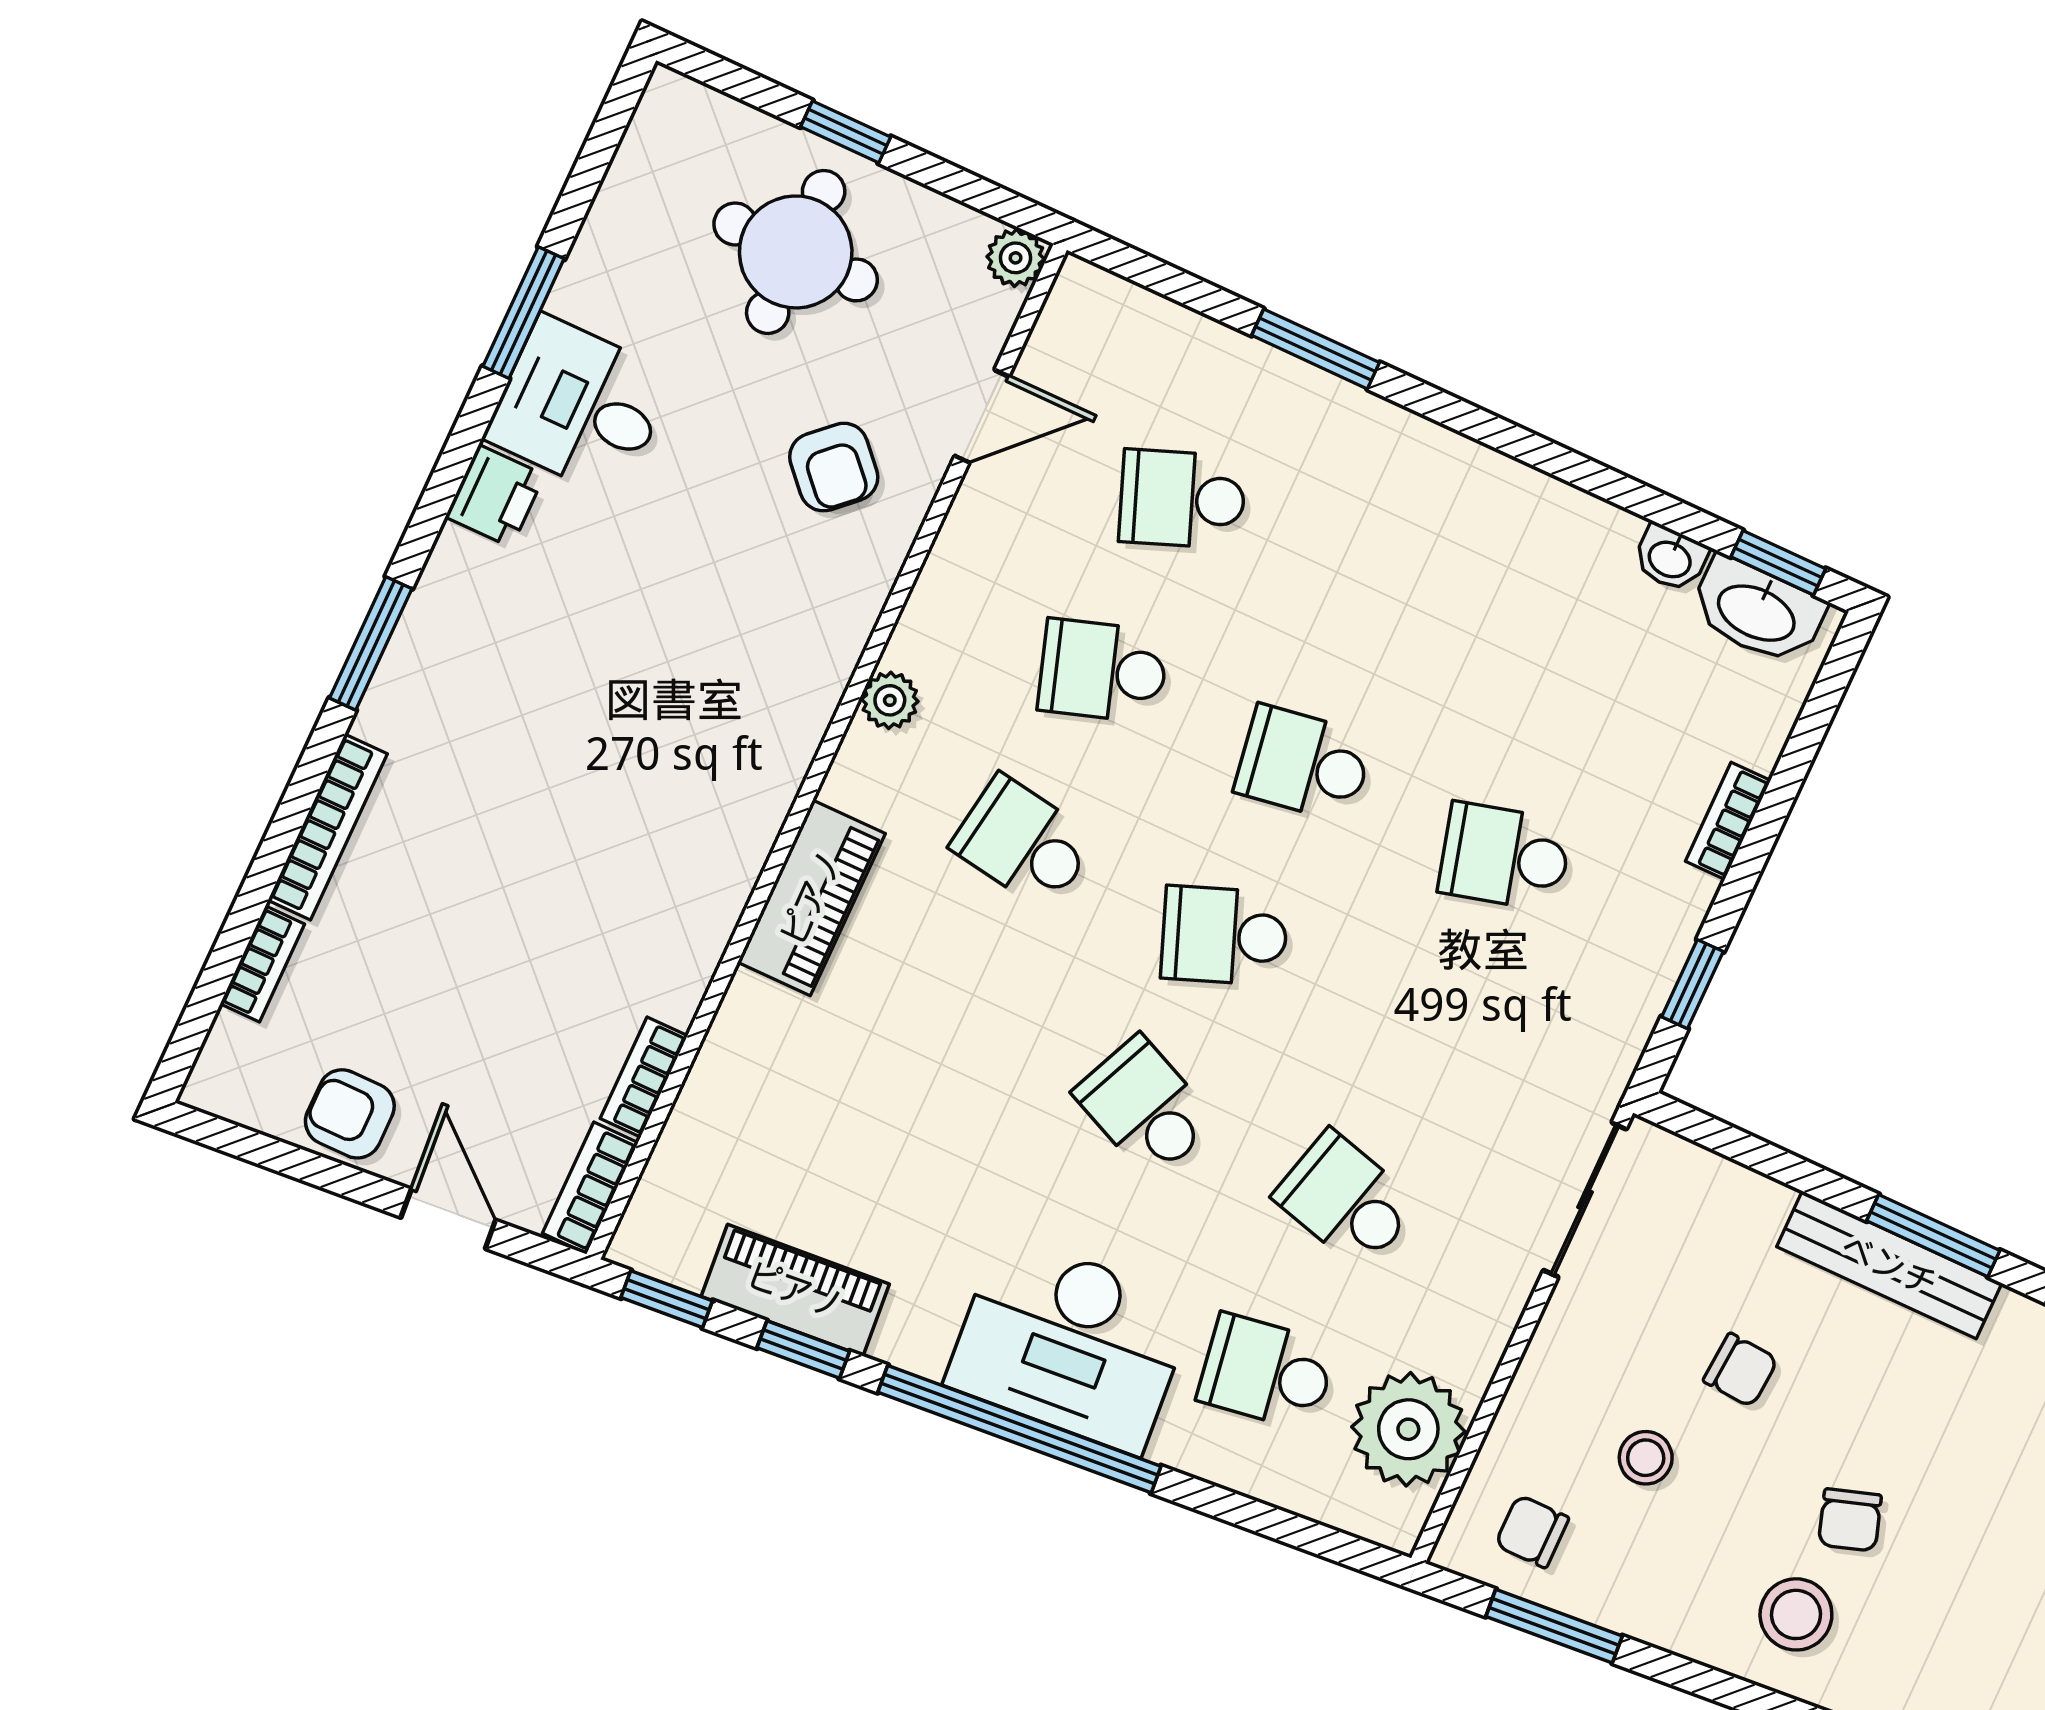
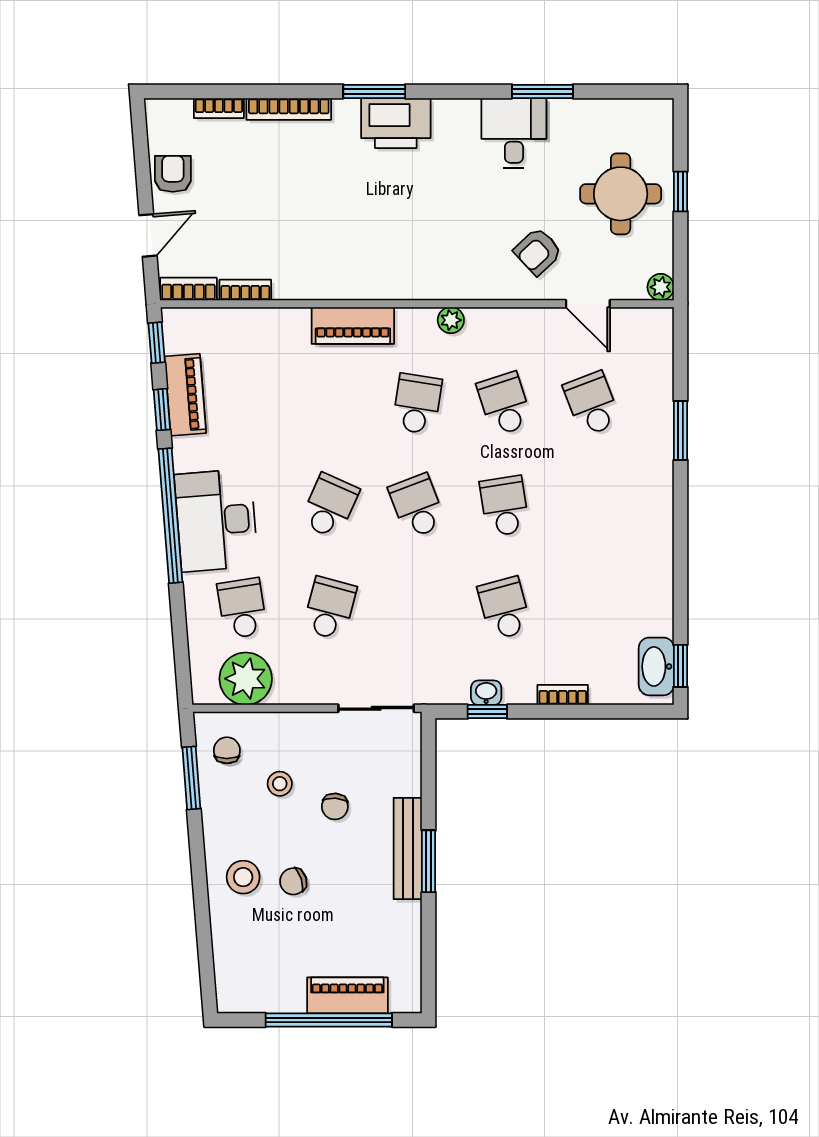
printer: (495, 496) -> (396, 123), moved, width x1.87, depth x1.48
washbasin: (1670, 558) -> (486, 693), moved, turned 90

